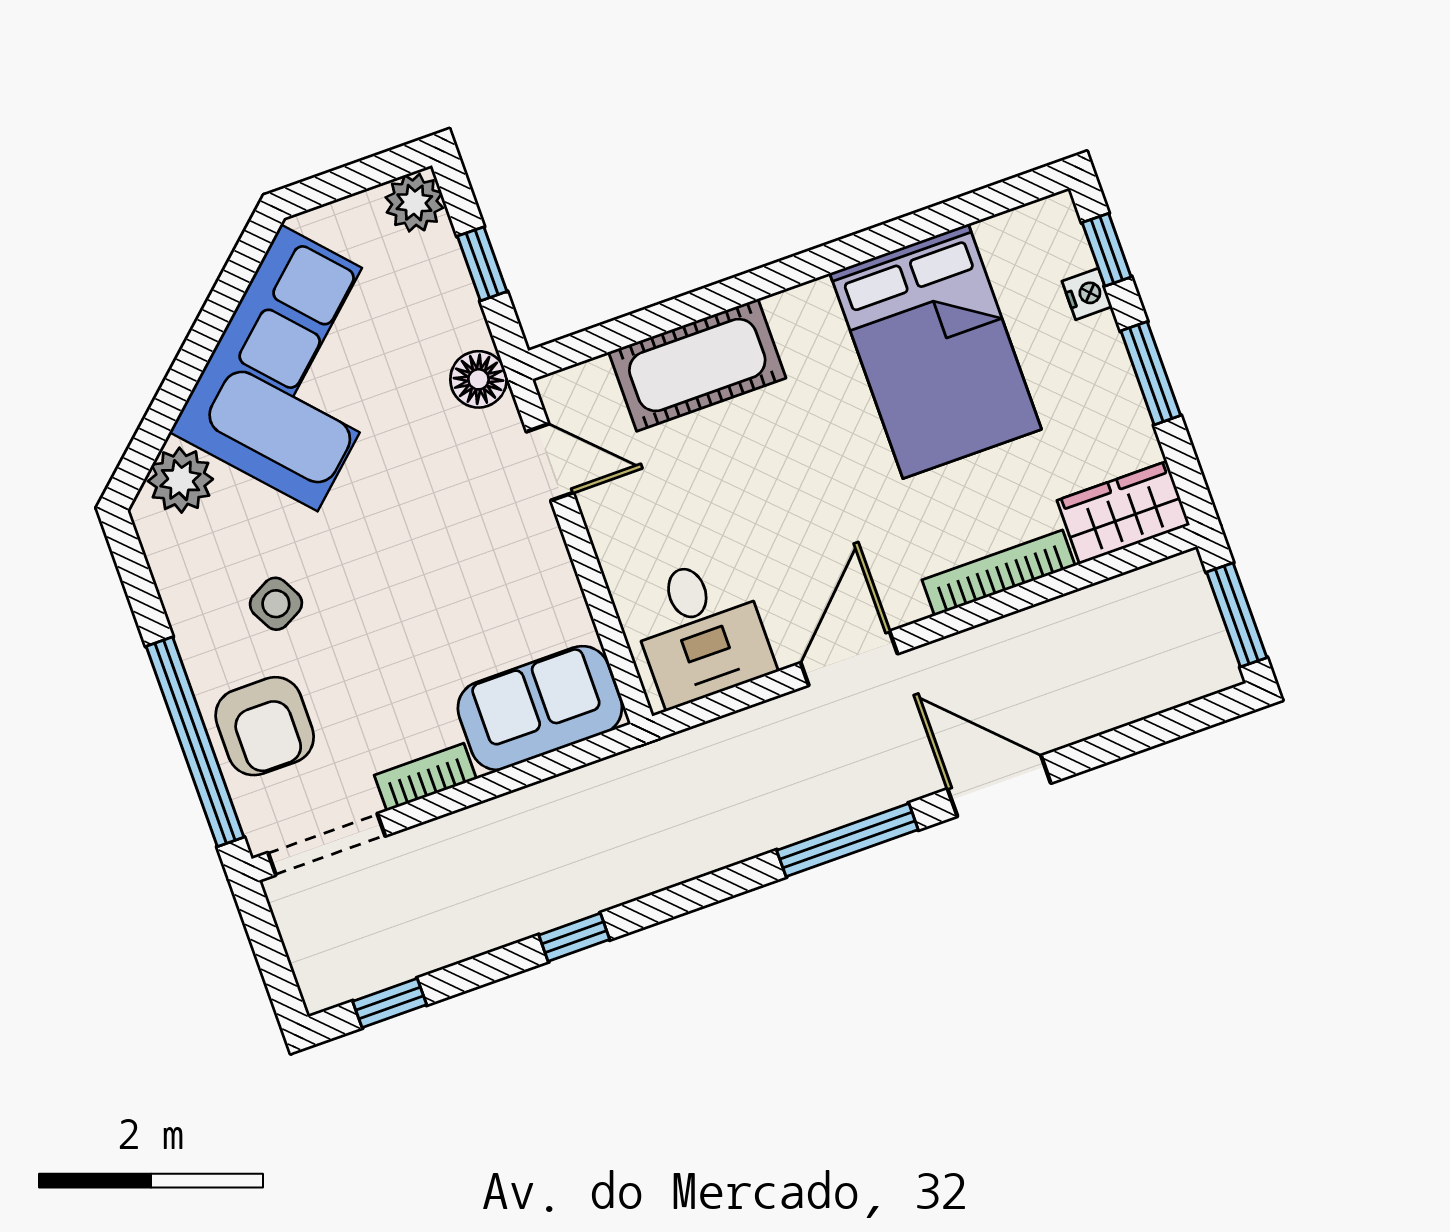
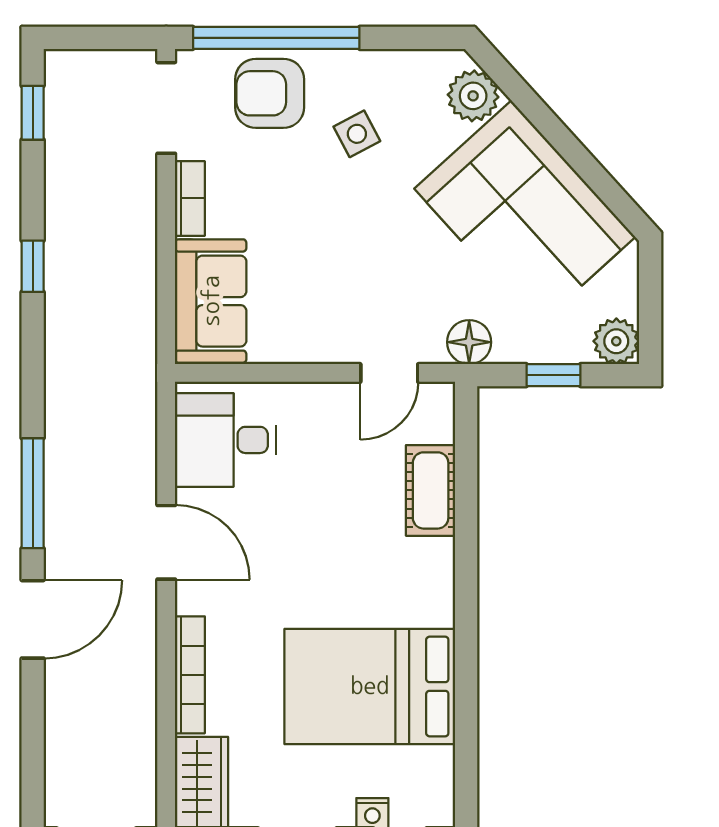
cot: (697, 365) -> (431, 490), width x0.73, depth x0.75

